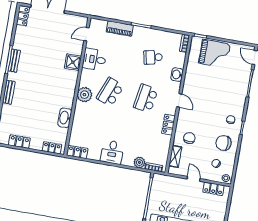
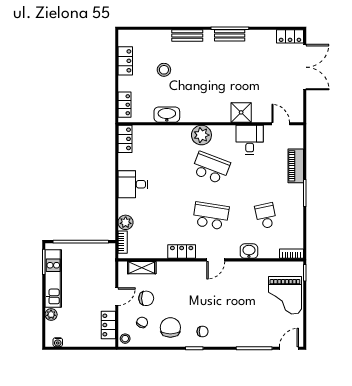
stool: (31, 114) -> (164, 70), added
chair: (189, 138) -> (146, 298), moved

